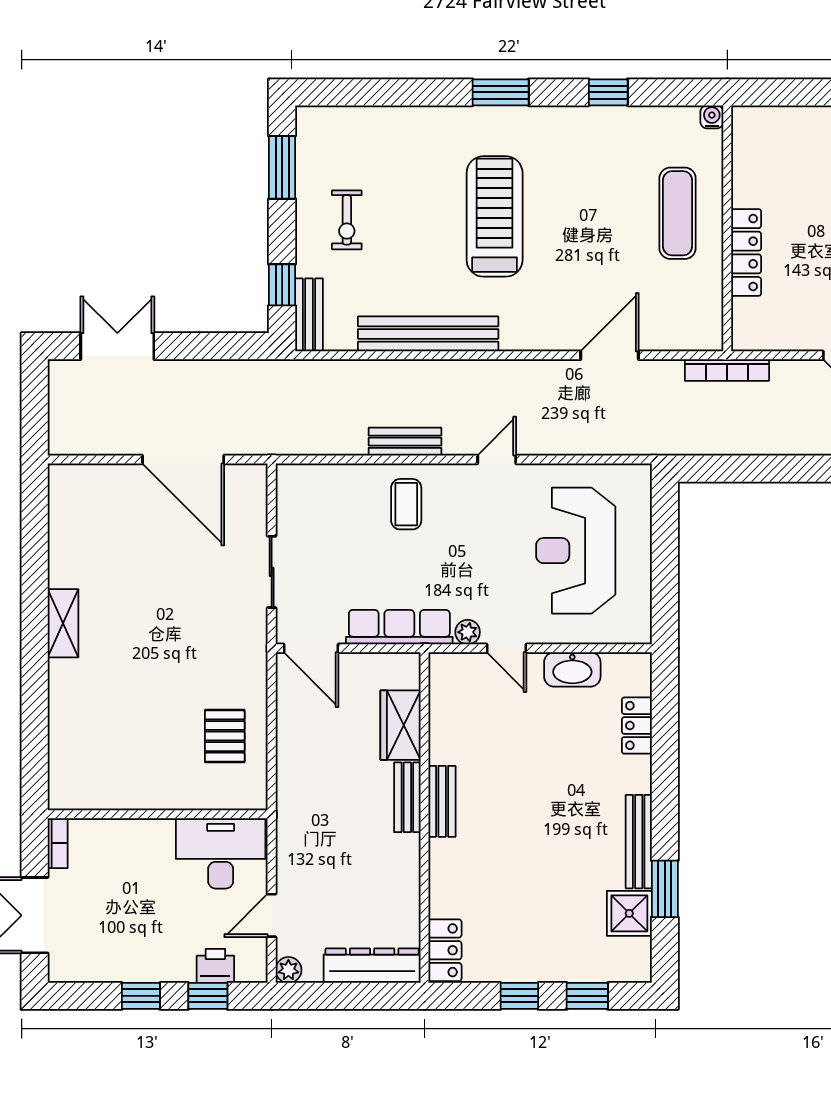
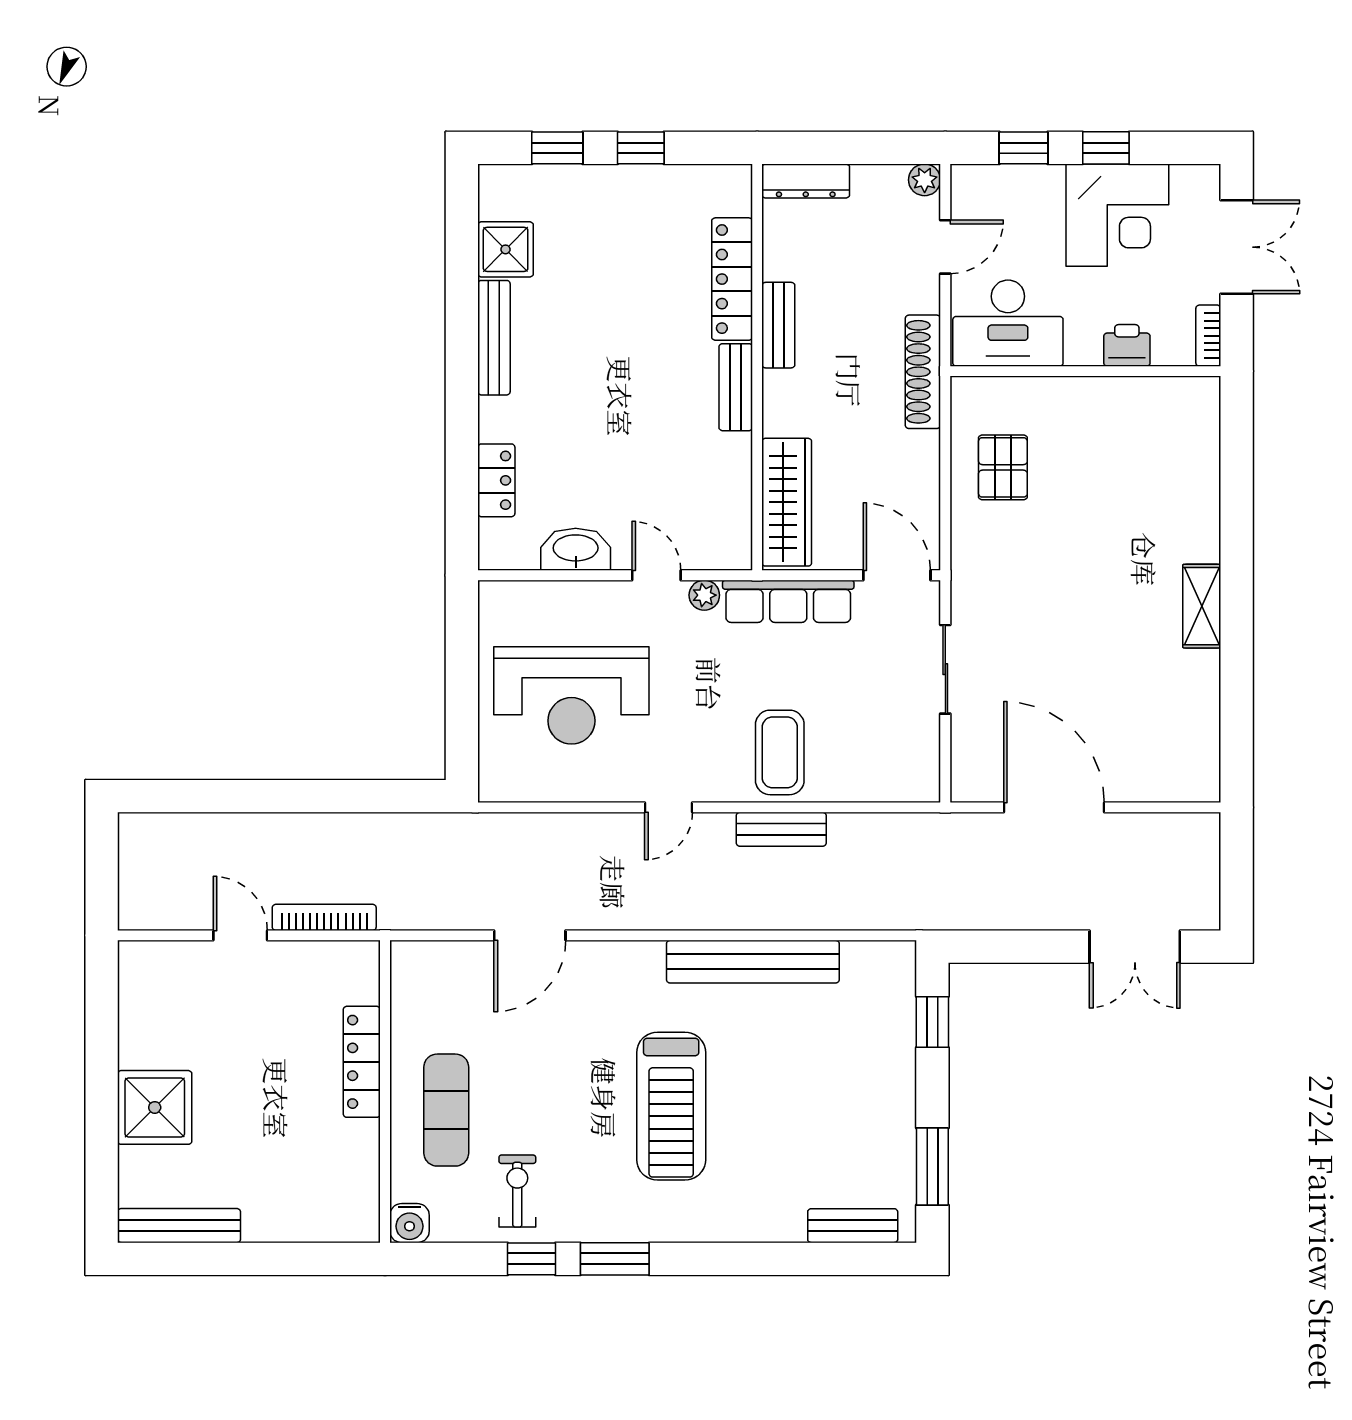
window: (501, 92) -> (615, 1259), moved
water cooler: (712, 117) -> (409, 1223), width x1.38, depth x1.38
exercise bike: (347, 220) -> (517, 1191), moved
bench: (309, 315) -> (853, 1226), moved, turned 90
bookcase: (727, 370) -> (324, 917), moved
coffee table: (406, 504) -> (780, 752), width x1.36, depth x1.30
reception desk: (576, 551) -> (571, 695), turned 90
wardrobe: (401, 725) -> (787, 502), width x1.50
bench: (407, 797) -> (778, 325), moved
shoe rack: (290, 814) -> (923, 372), added
window: (665, 889) -> (462, 280), removed
corner desk: (132, 941) -> (1117, 215), added
locker: (445, 950) -> (732, 279), moved, width x1.53
printer: (215, 966) -> (1127, 345), moved, turned 180
dresser: (372, 966) -> (806, 181), width x0.73, depth x0.80

